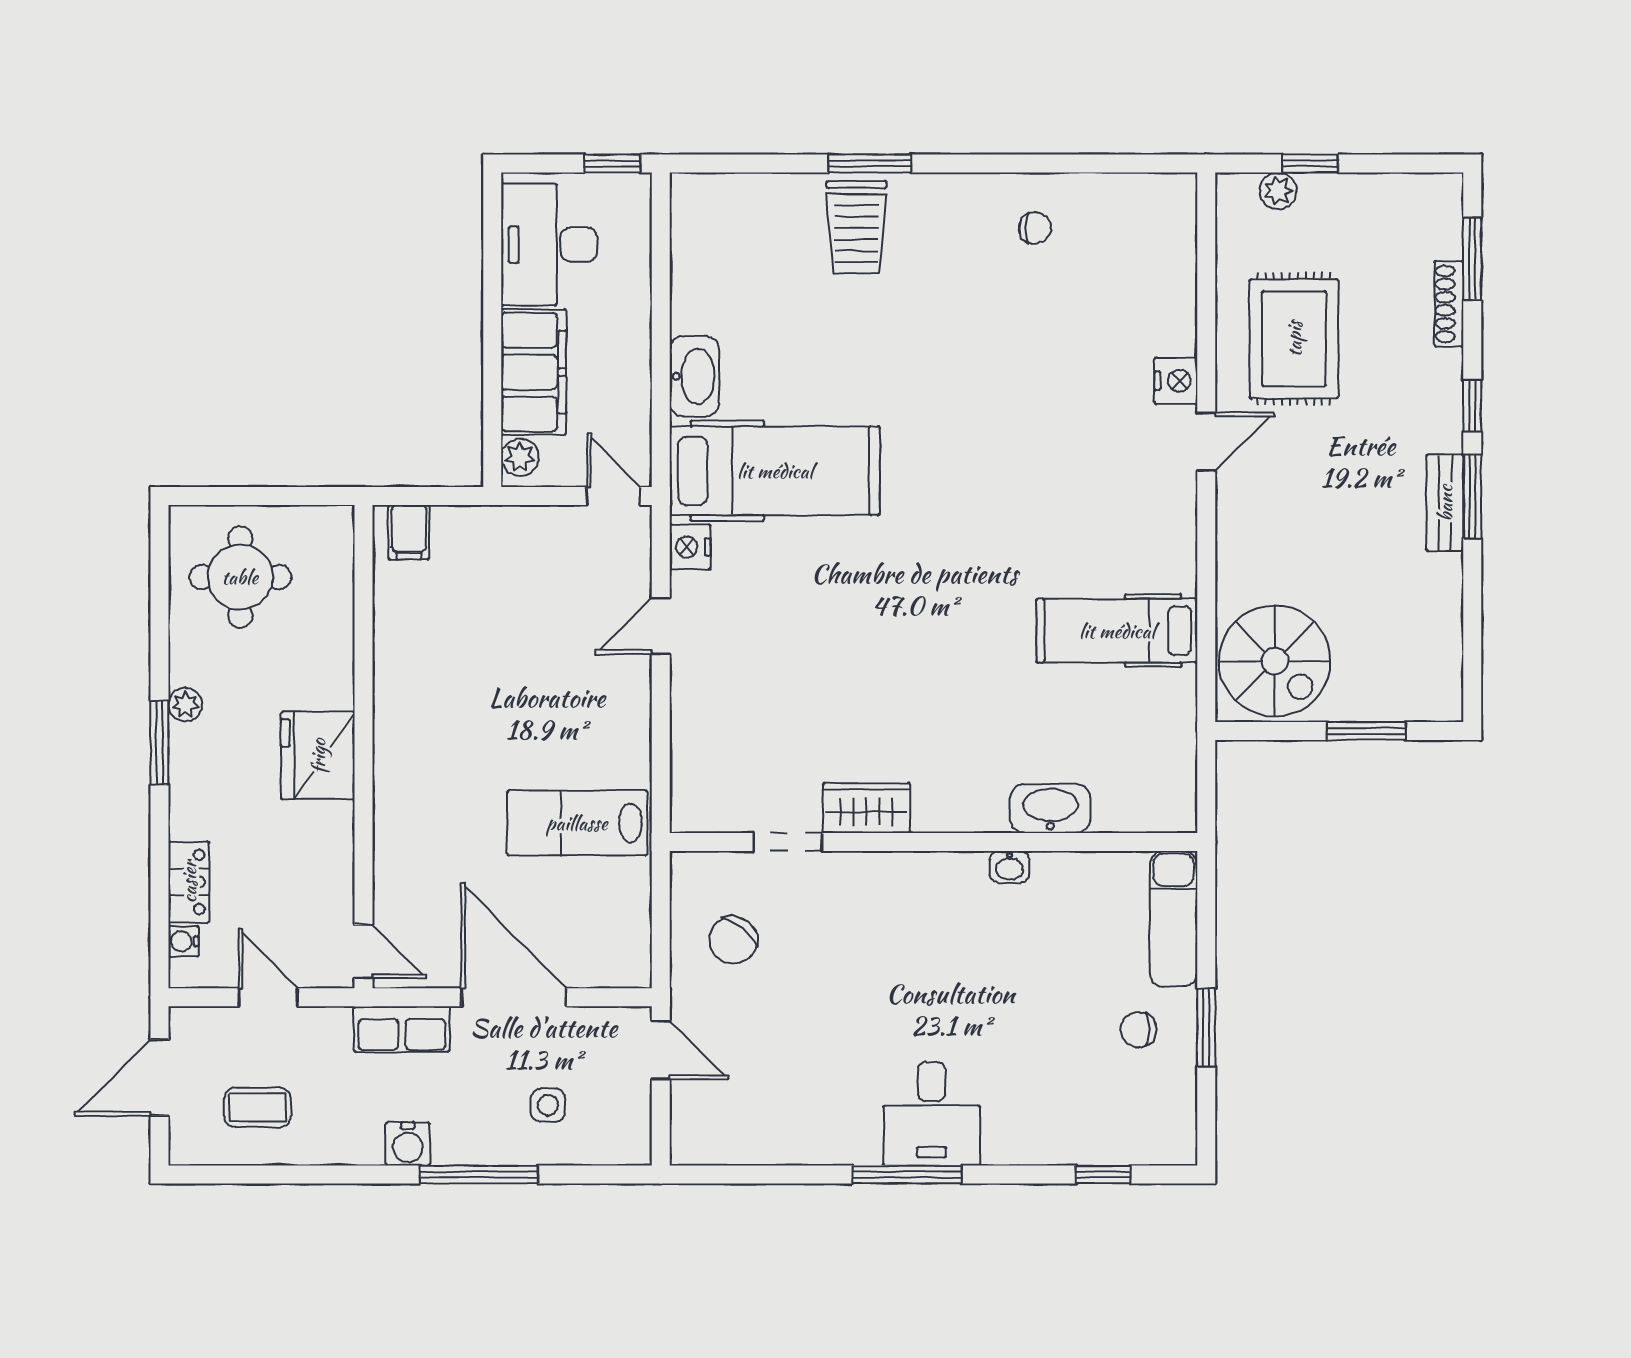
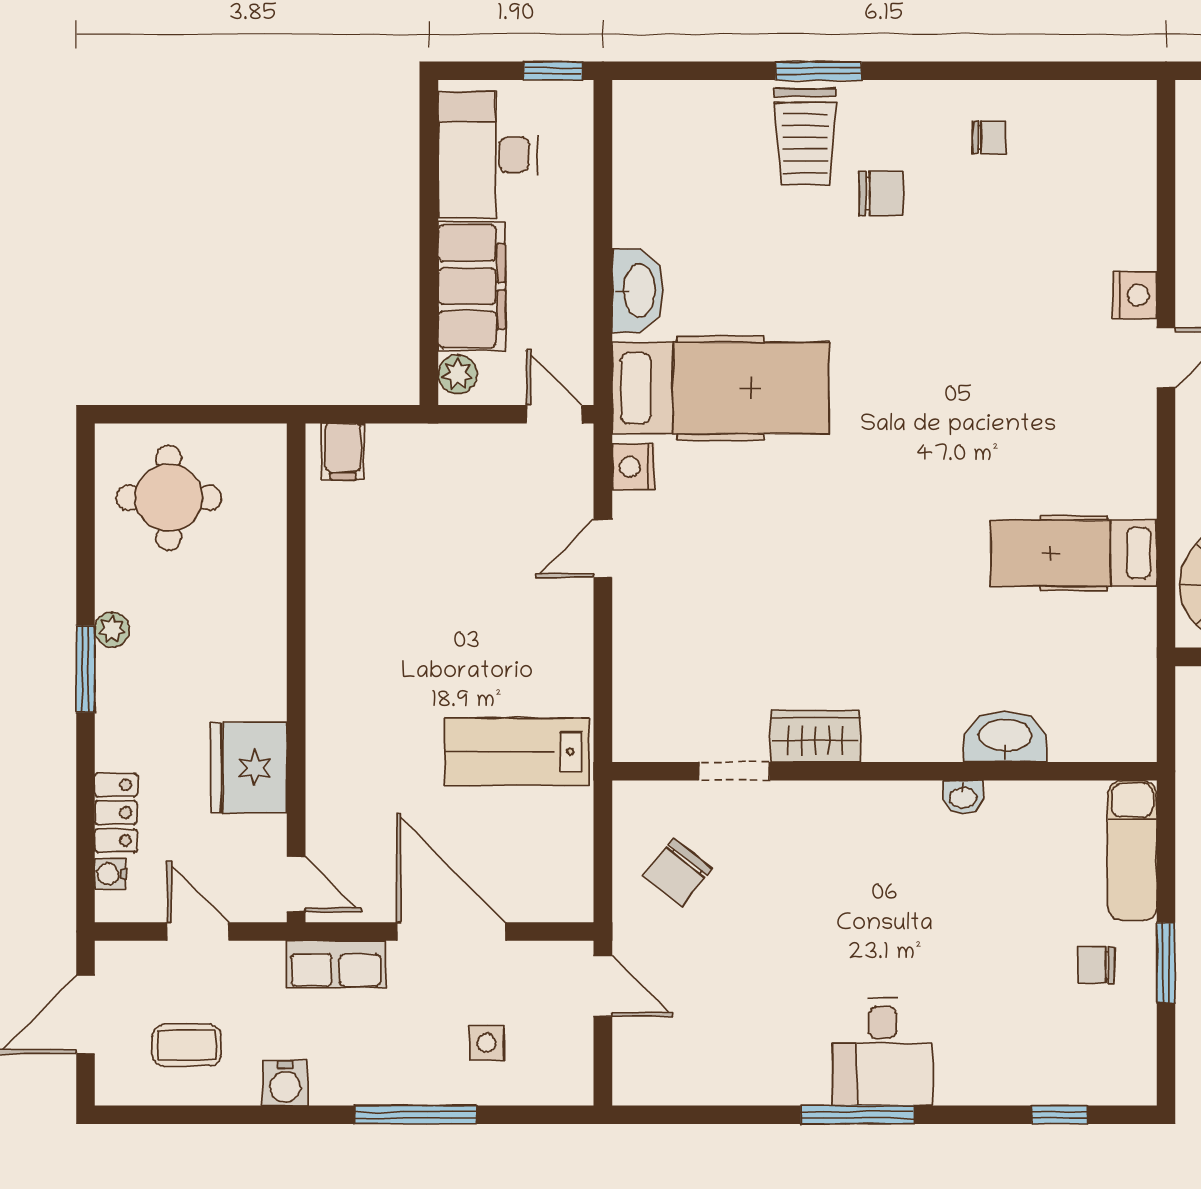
chair: (930, 282) -> (881, 194), added
fridge: (318, 756) -> (249, 768), moved
water cooler: (408, 1144) -> (285, 1083), moved

